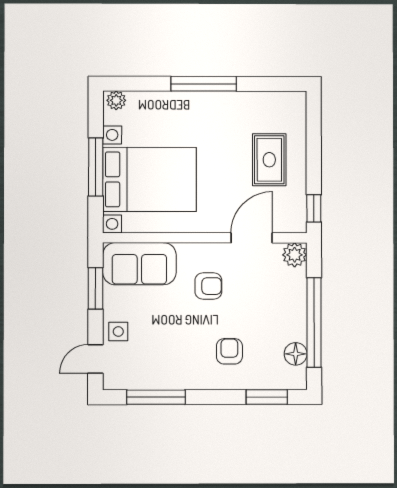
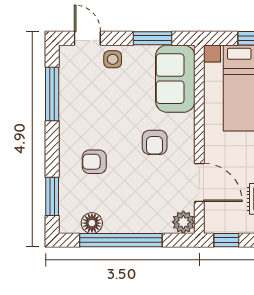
armchair: (229, 351) -> (94, 162), turned 180

